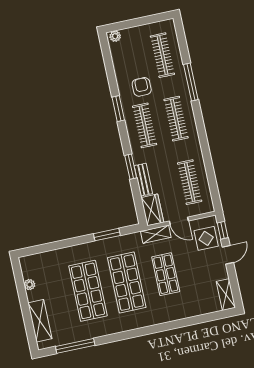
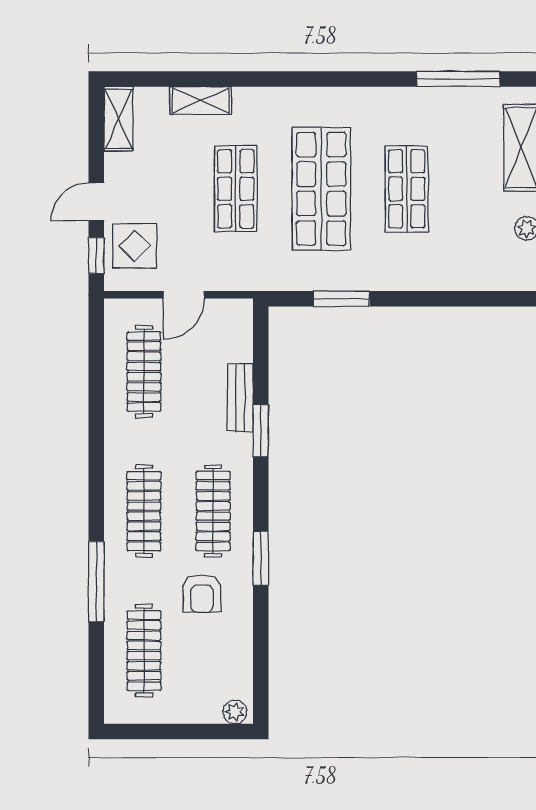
wardrobe: (152, 210) -> (235, 330), removed
door: (179, 221) -> (184, 295), swing flipped
shelving: (156, 234) -> (201, 100), moved
shop shelf: (88, 291) -> (407, 189), width x0.70, depth x0.74

